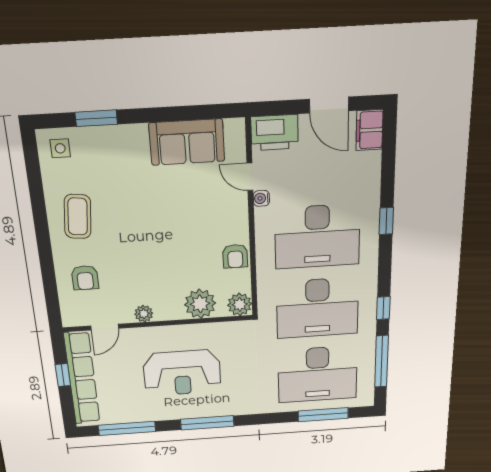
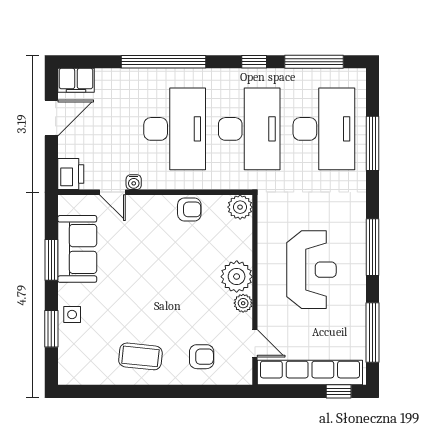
window: (173, 114) -> (51, 260), added
printer: (275, 133) -> (71, 174), width x0.73, depth x0.84
side table: (60, 148) -> (72, 314), moved
door: (250, 177) -> (113, 192), hinge flipped
window: (386, 221) -> (163, 62), width x3.17
plant: (200, 304) -> (237, 277), moved
window: (63, 375) -> (339, 391), moved
window: (323, 415) -> (373, 143), moved

